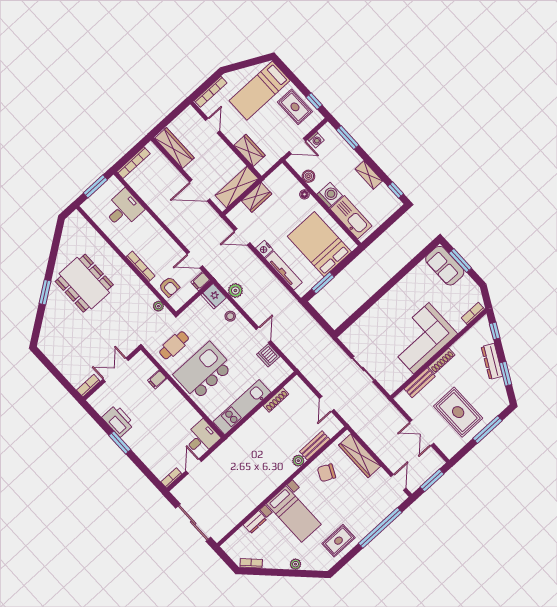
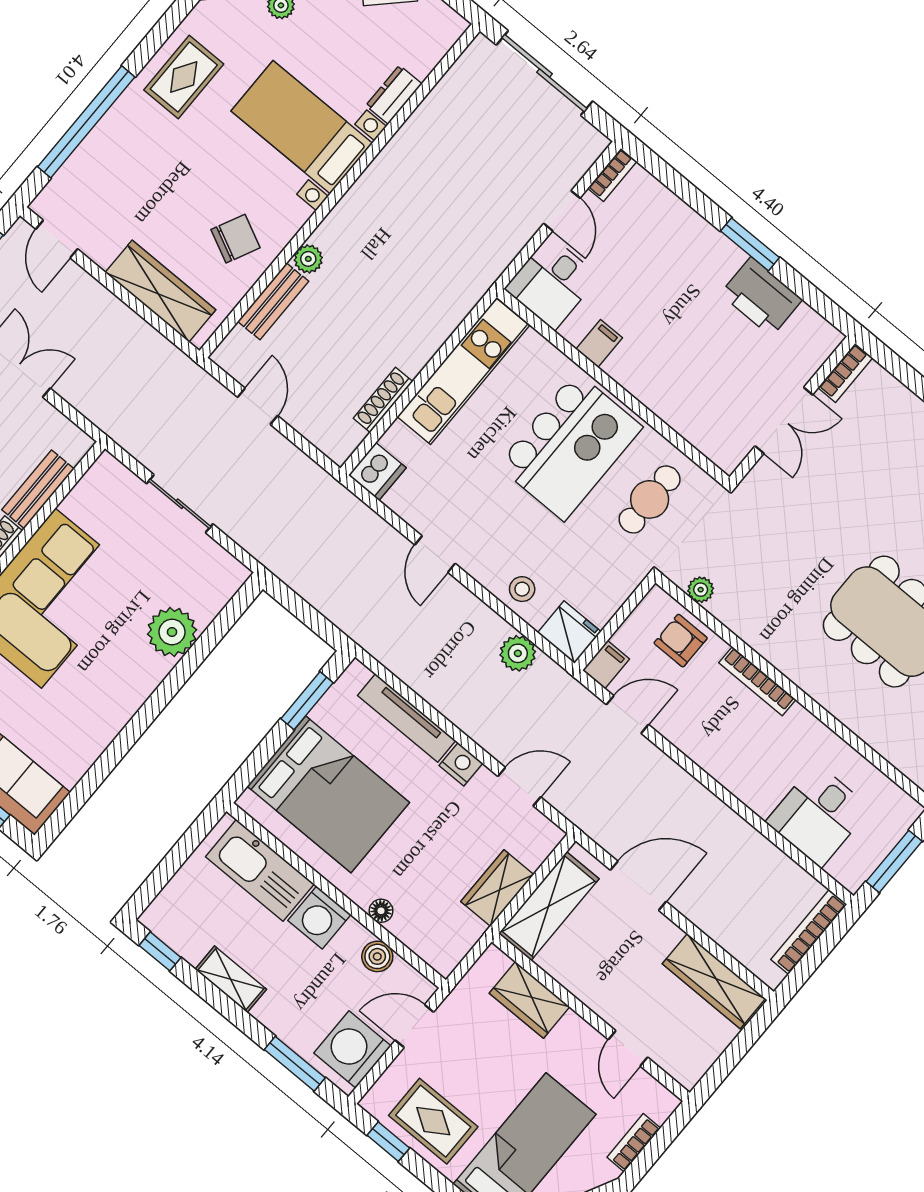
bookcase: (211, 92) -> (634, 1143), width x0.64
washing machine: (316, 140) -> (352, 1049), width x1.89, depth x1.89
plant: (373, 318) -> (172, 632), added
dishwasher: (268, 355) -> (377, 472), moved, turned 90
filing cabinet: (157, 379) -> (599, 344), moved

